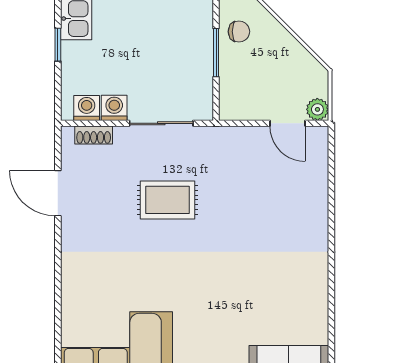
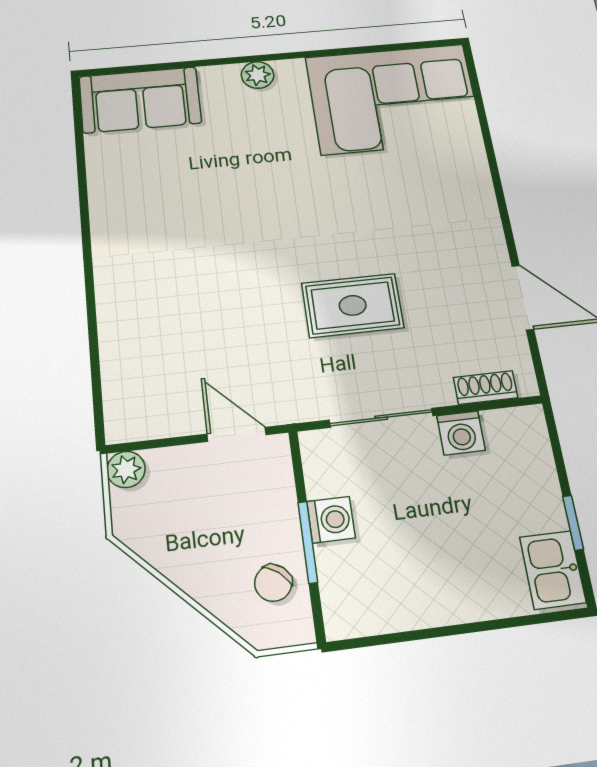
chair: (239, 32) -> (273, 583), turned -51
washing machine: (87, 108) -> (331, 520), moved, turned -90
door: (288, 123) -> (237, 434), moved

